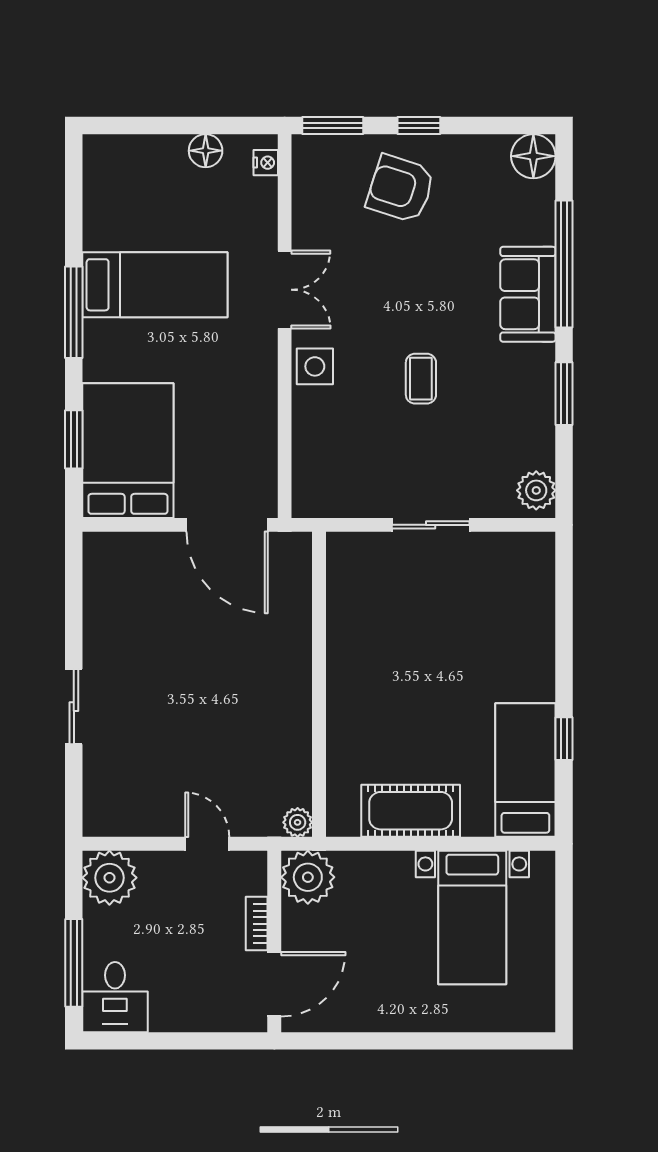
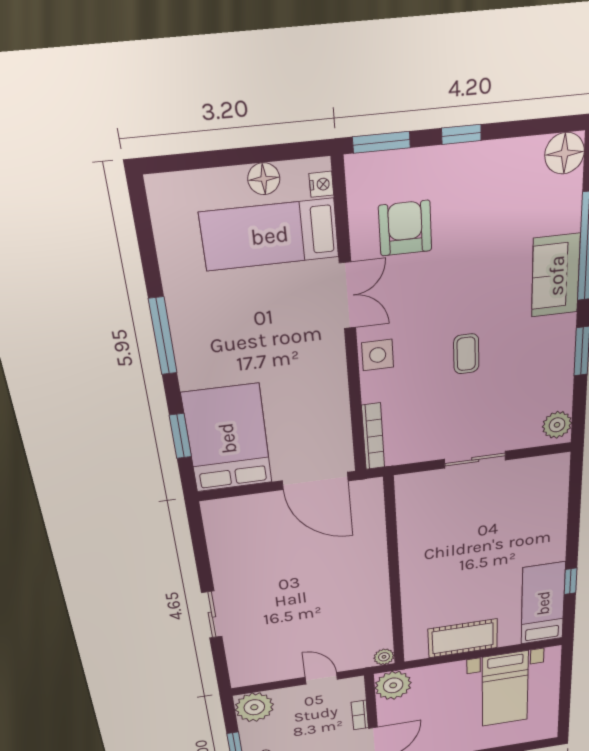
armchair: (400, 189) -> (405, 228), moved, turned 72
bed: (155, 285) -> (270, 235), moved, turned 180
bookcase: (303, 473) -> (373, 436), added

